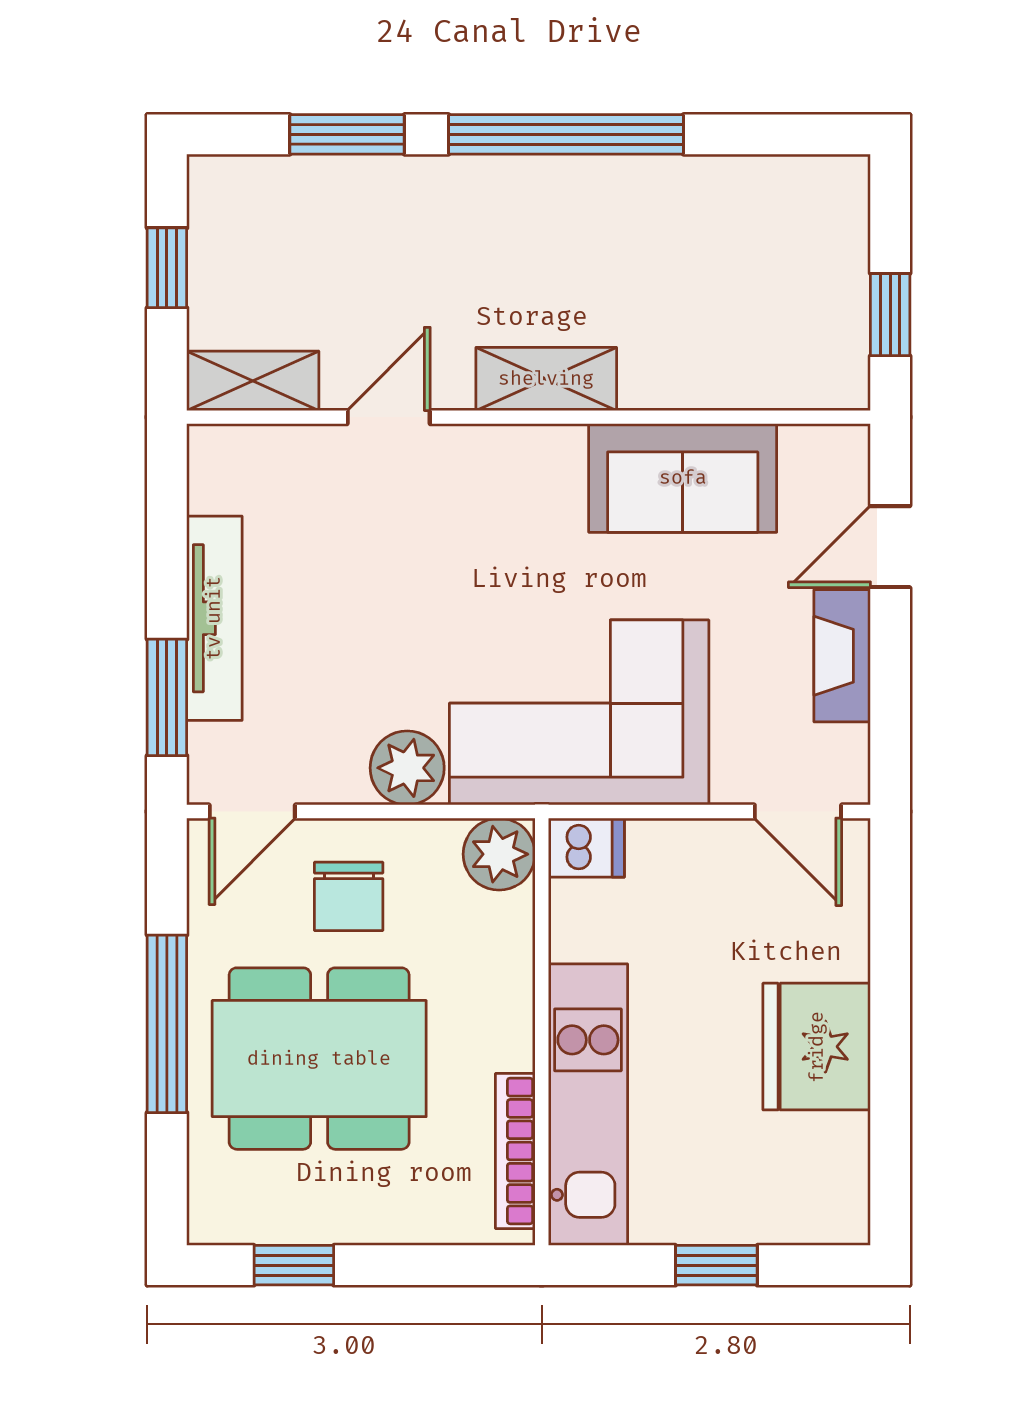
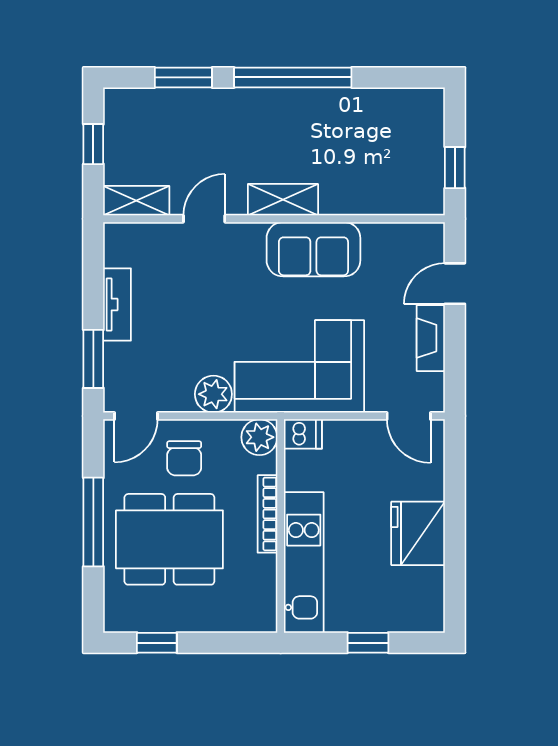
sofa: (683, 478) -> (313, 249), moved
tv unit: (214, 618) -> (117, 305), width x0.71
bookcase: (515, 1151) -> (267, 514), moved

